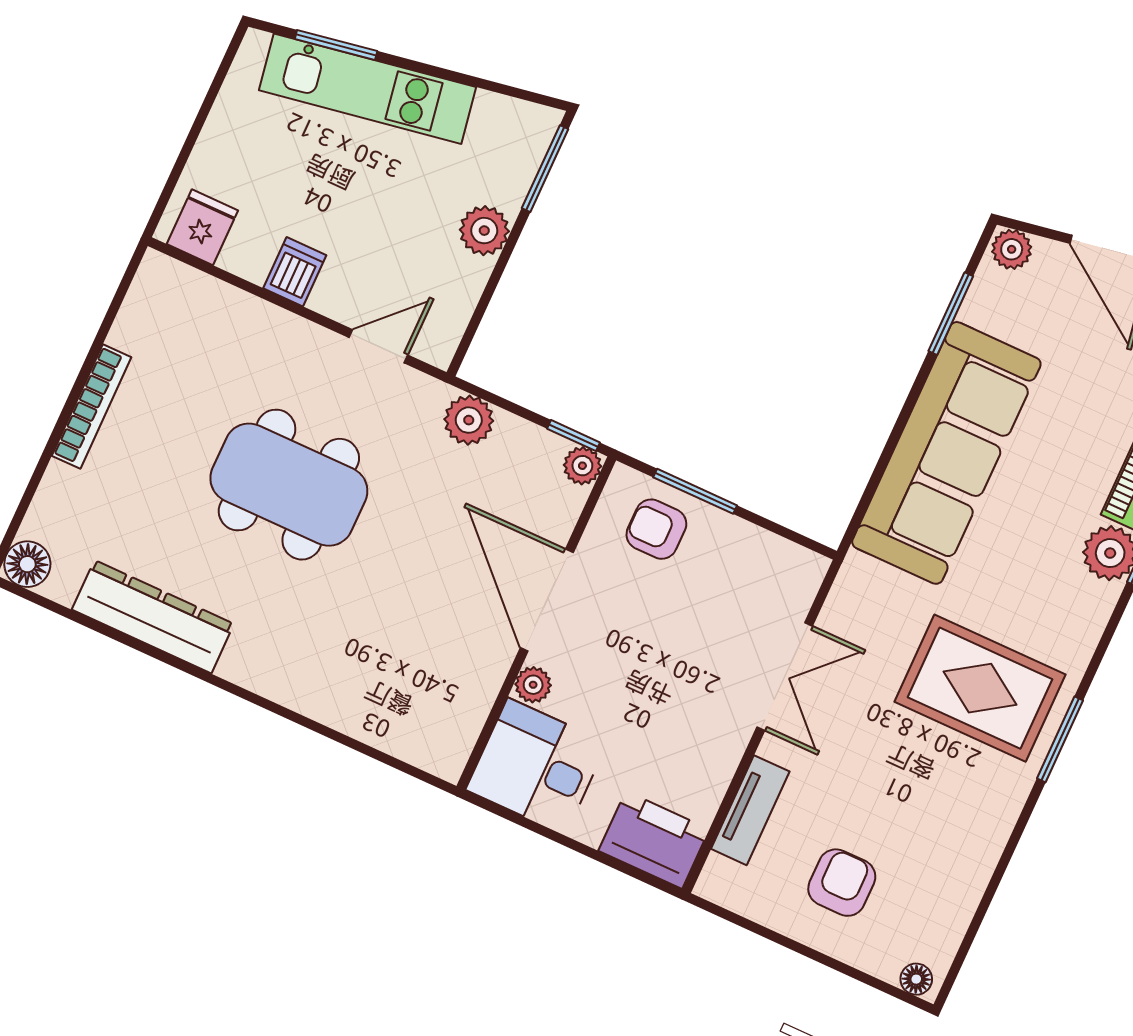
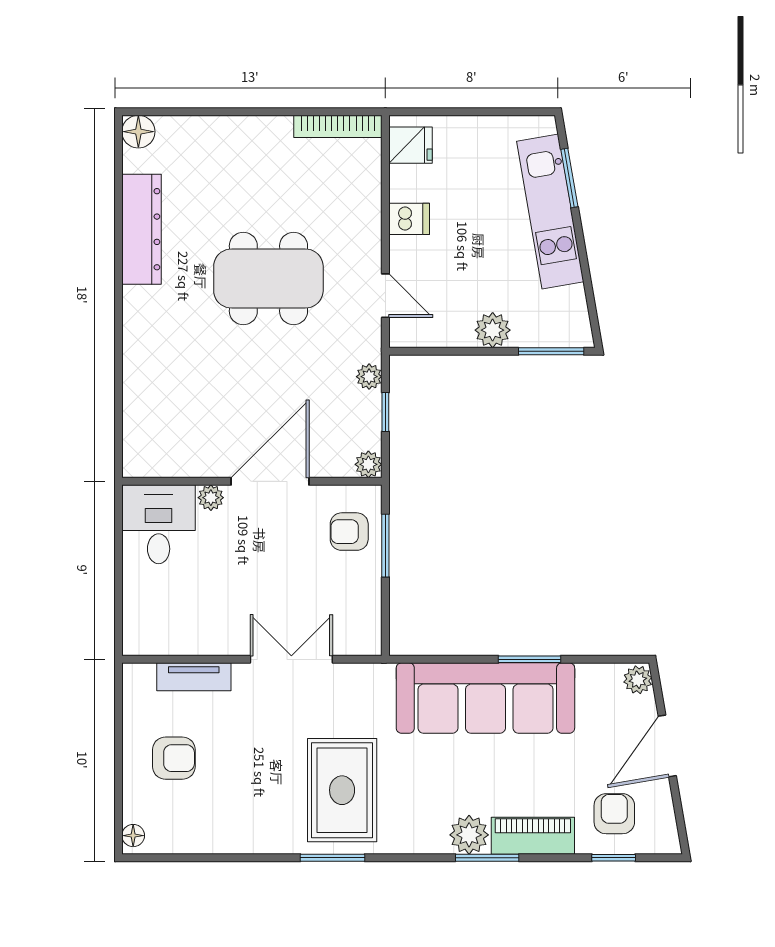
window: (951, 314) -> (529, 659), moved
bookcase: (92, 407) -> (338, 126), moved
plant: (469, 420) -> (369, 377), width x0.73, depth x0.73
window: (574, 436) -> (385, 412), moved
dining table: (289, 485) -> (268, 279), turned 90
armchair: (656, 529) -> (349, 532), turned -90
double door: (785, 676) -> (291, 659), swing flipped
printer: (654, 840) -> (146, 623), removed

